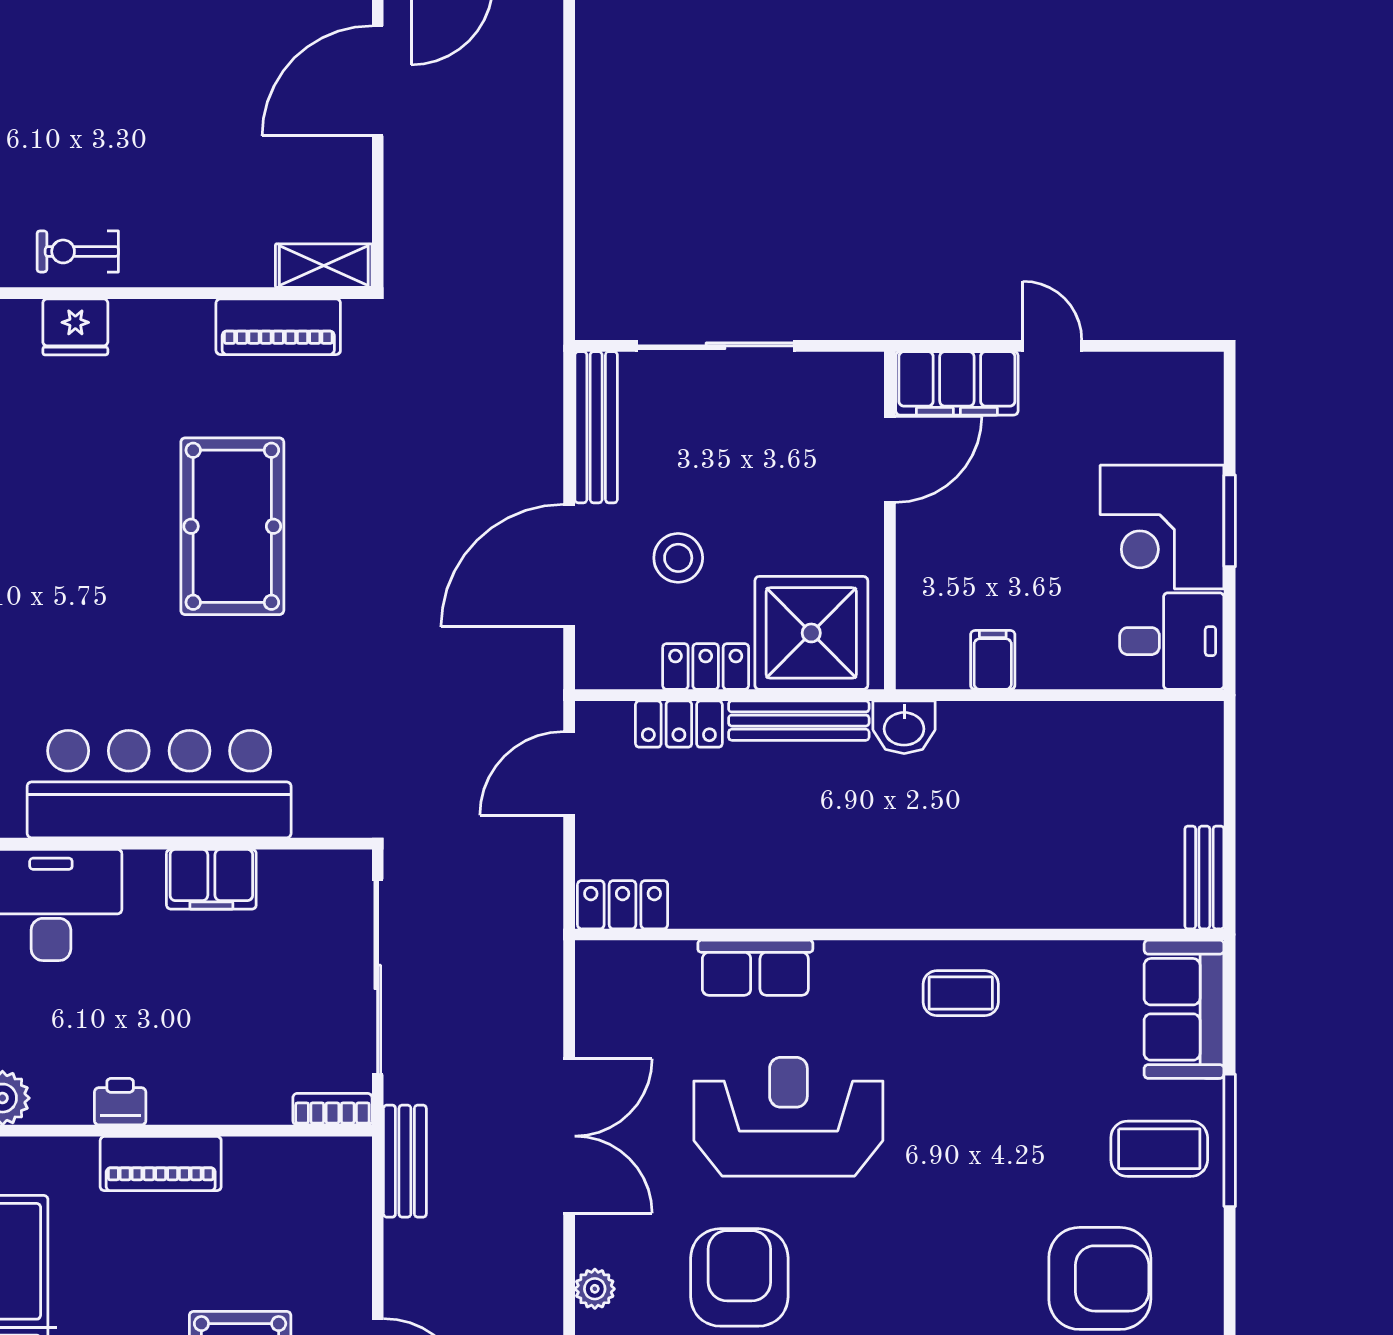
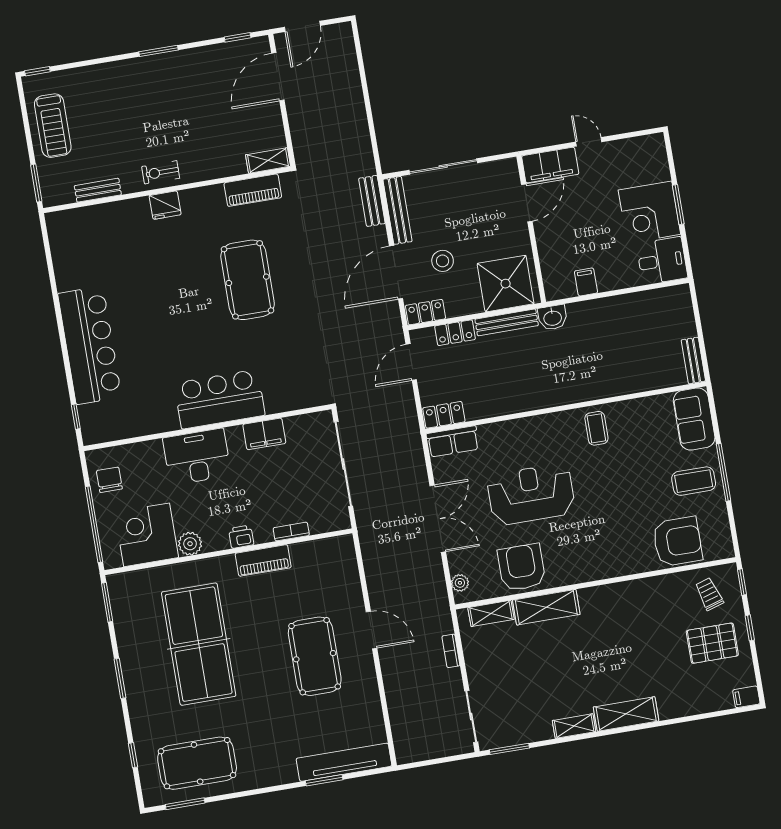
locker: (706, 667) -> (425, 312), moved
bar counter: (159, 784) -> (220, 399), width x0.73
row of seats: (755, 968) -> (453, 441), moved
coffee table: (961, 993) -> (596, 428), turned 90
bookcase: (332, 1109) -> (291, 532), moved
bench: (405, 1161) -> (372, 201), moved

